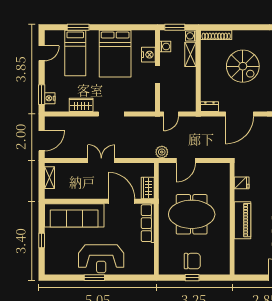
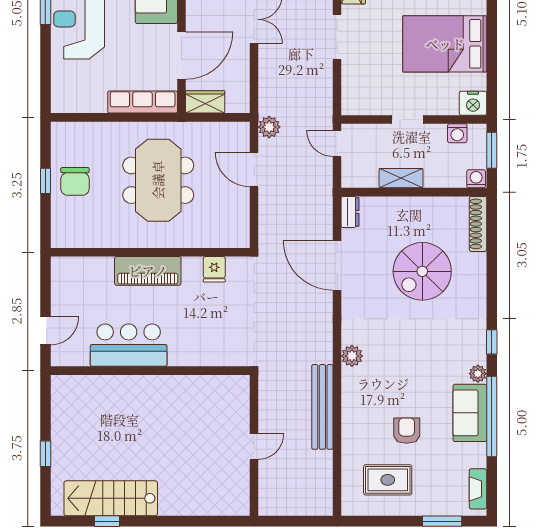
shelving: (190, 54) -> (401, 178), moved
nightstand: (148, 55) -> (473, 103), moved

